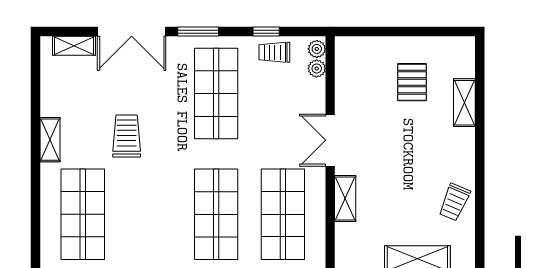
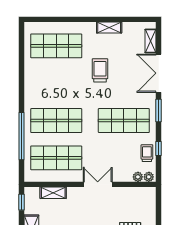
trolley: (127, 136) -> (100, 70), turned -90
shelving: (50, 140) -> (109, 28), moved
shelving: (345, 199) -> (53, 193), moved

